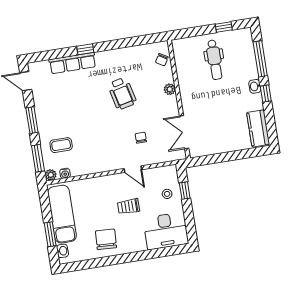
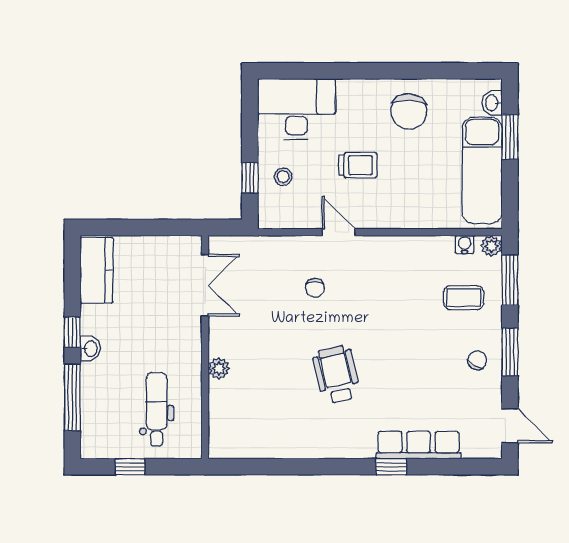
chair: (162, 60) -> (477, 360), moved
plant: (170, 89) -> (219, 368), moved
wall: (179, 99) -> (205, 347), moved
double door: (184, 132) -> (205, 285), moved

